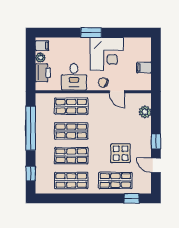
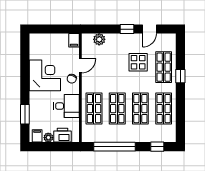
window: (91, 33) -> (25, 114), moved
filing cabinet: (144, 67) -> (74, 40), moved
window: (132, 198) -> (180, 76), moved

